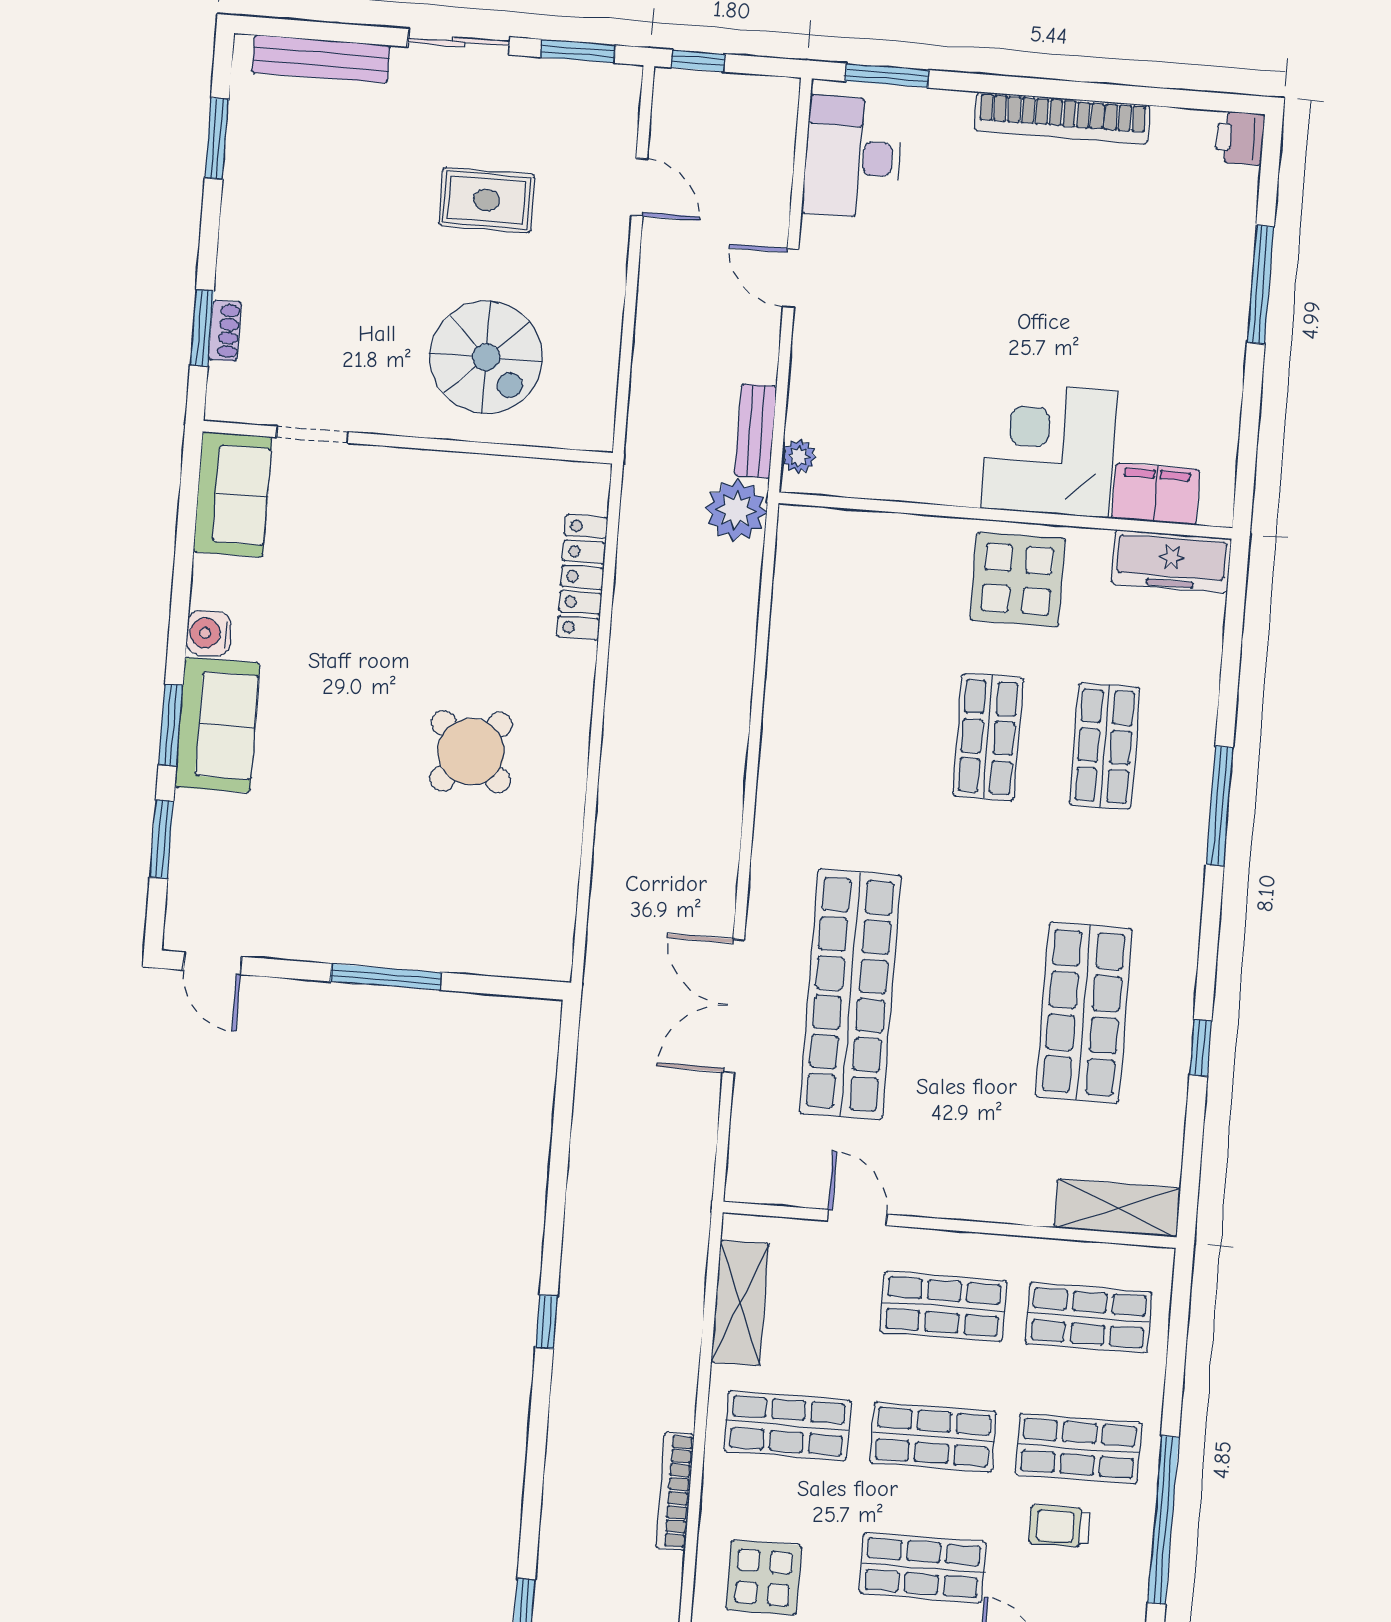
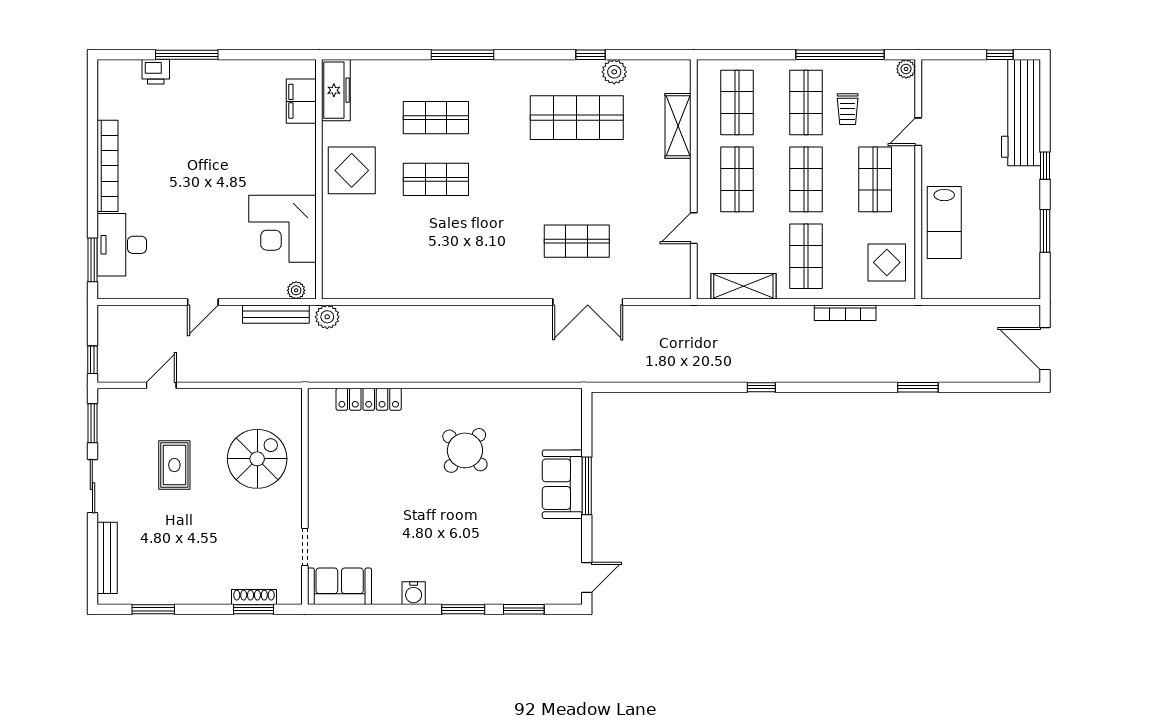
printer: (1240, 138) -> (156, 72), moved
desk: (852, 157) -> (122, 245), moved, turned 90
shoe rack: (225, 331) -> (254, 597), width x1.43
bench: (756, 431) -> (276, 314), width x1.36
corner desk: (1049, 450) -> (282, 229), moved
plant: (736, 510) -> (327, 317), width x0.73, depth x0.73
sofa: (217, 725) -> (562, 484), moved, turned -90
shop shelf: (850, 994) -> (577, 241), width x0.50, depth x0.74
plant: (1165, 1090) -> (614, 72), added
shelving: (1117, 1208) -> (678, 126), moved

